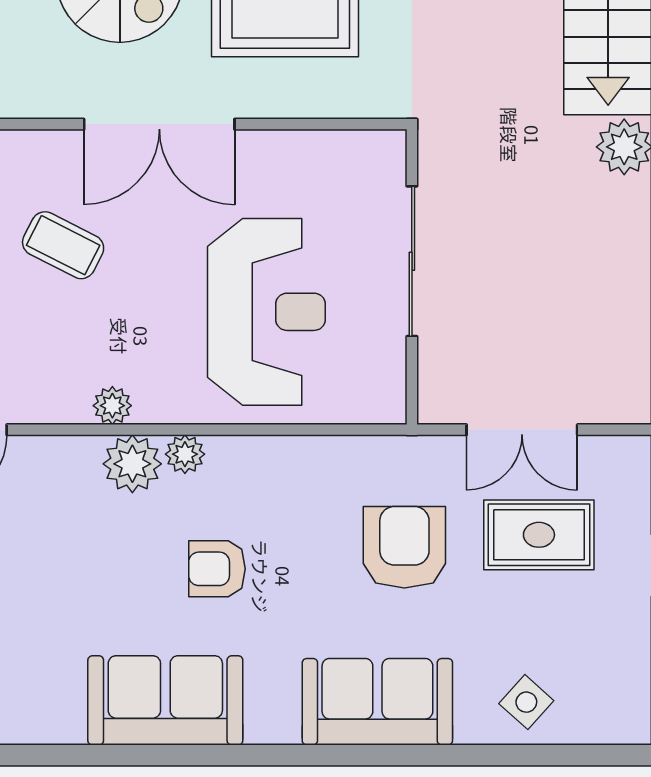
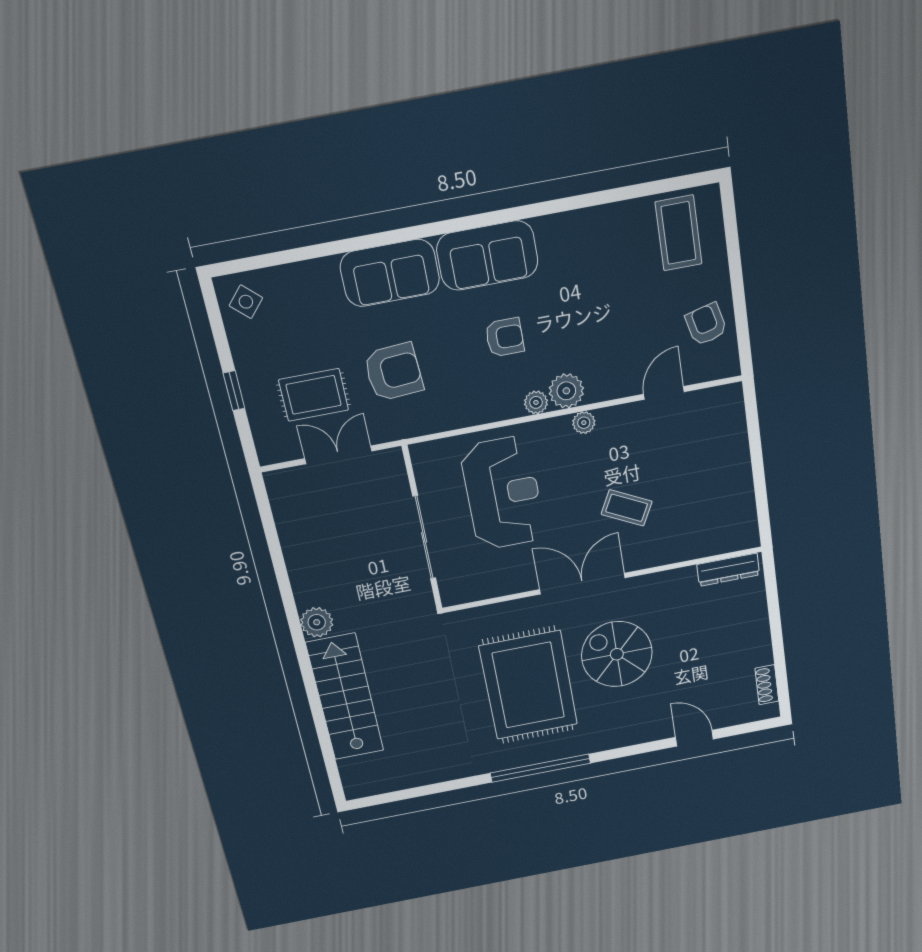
reception desk: (266, 312) -> (503, 493), turned 180
armchair: (404, 547) -> (393, 372), turned -94
sofa: (165, 700) -> (487, 256), moved
side table: (526, 702) -> (246, 302), moved

